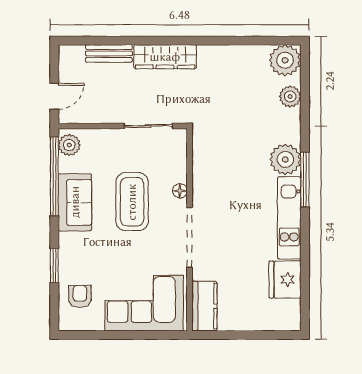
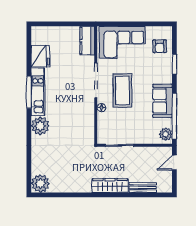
plant: (290, 96) -> (37, 162), removed
window: (305, 180) -> (29, 92), moved
coffee table: (132, 202) -> (122, 90), moved

